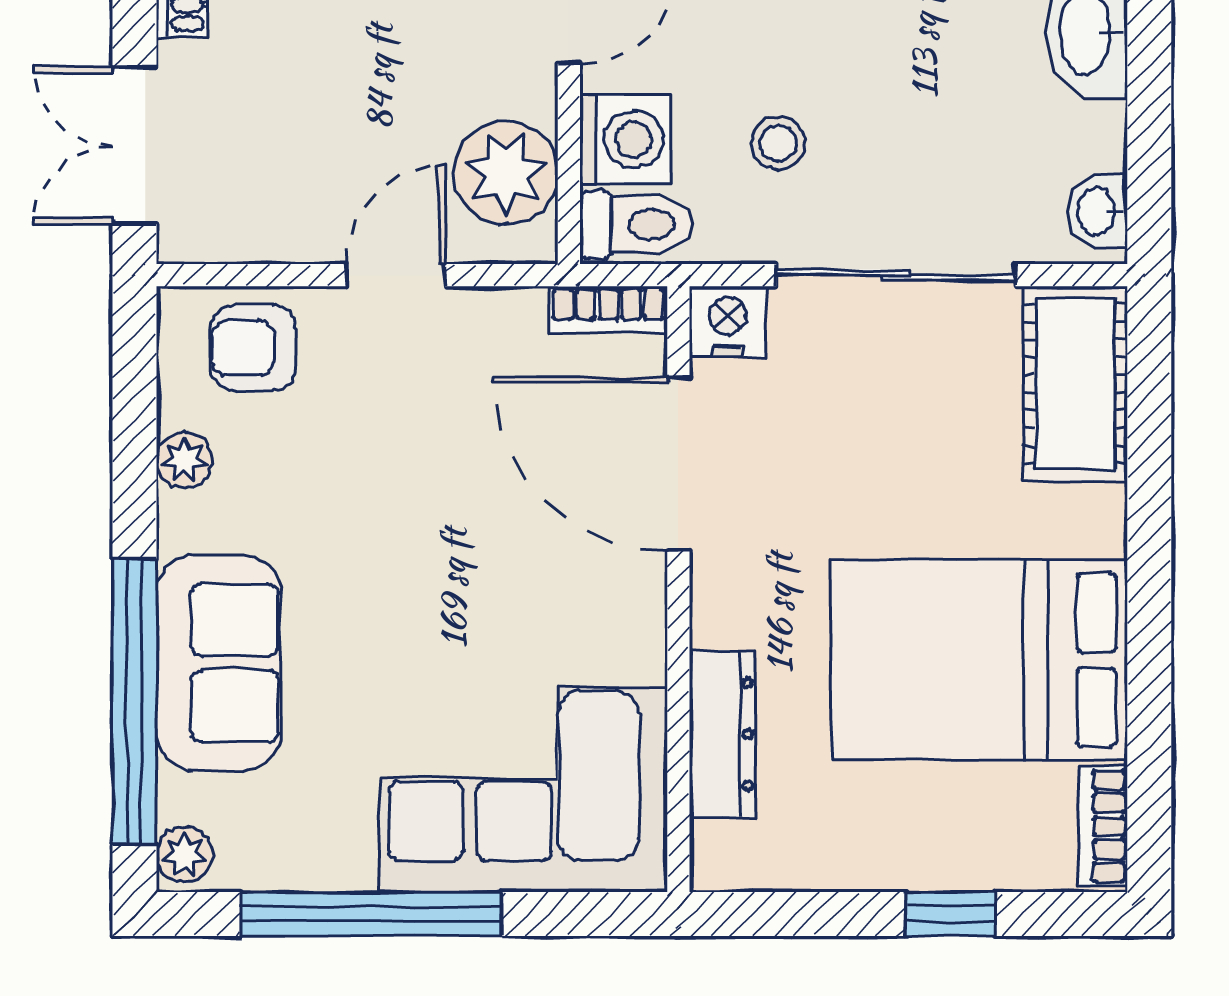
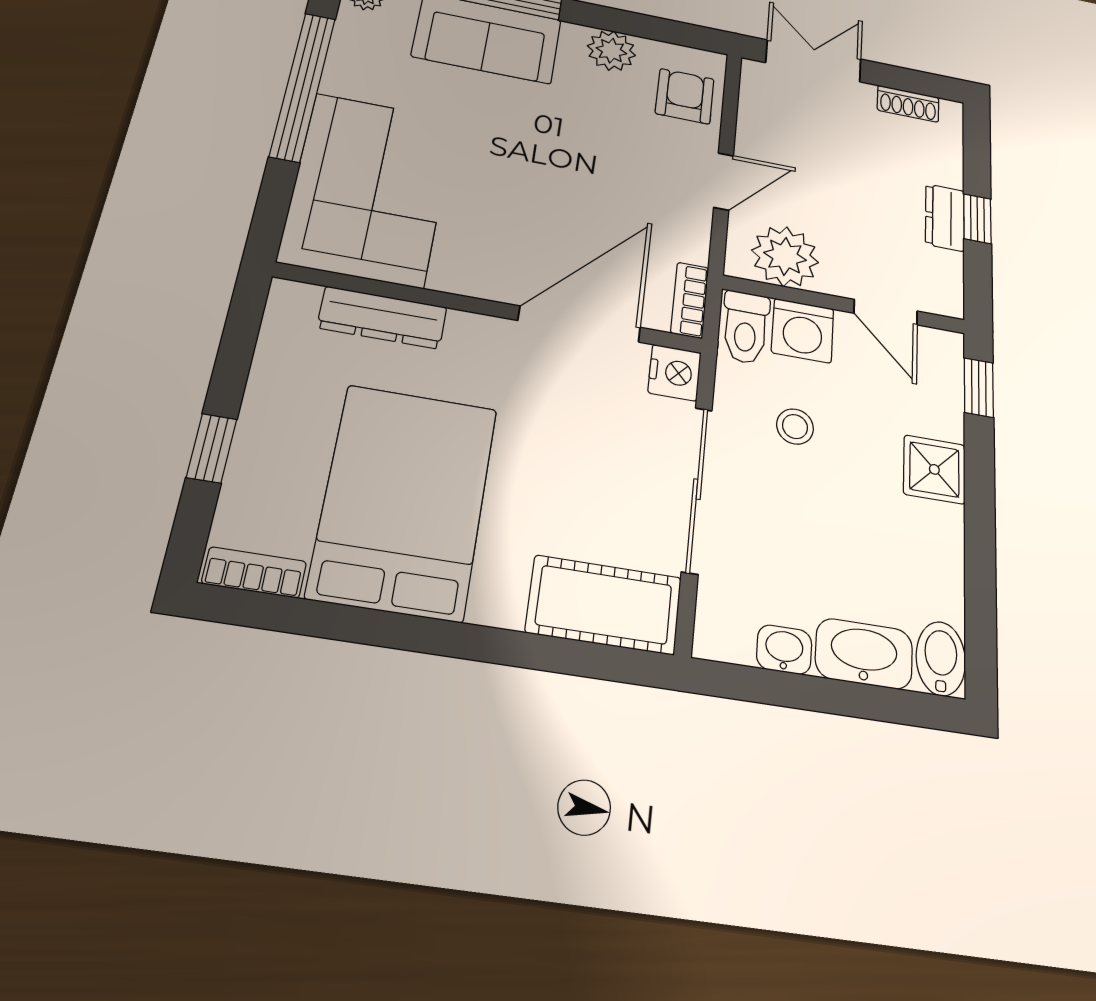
washbasin: (1098, 211) -> (784, 650), moved
door: (395, 275) -> (724, 181), hinge flipped
plant: (184, 460) -> (611, 51), width x1.38, depth x1.38

